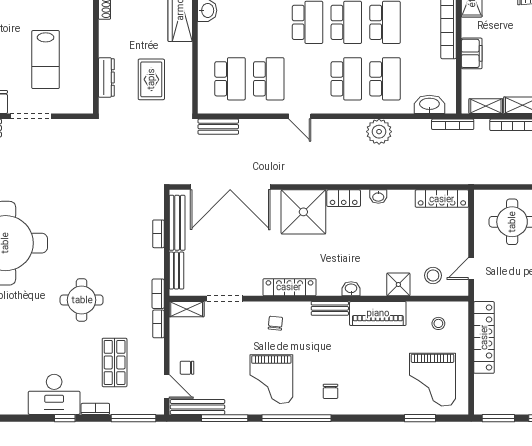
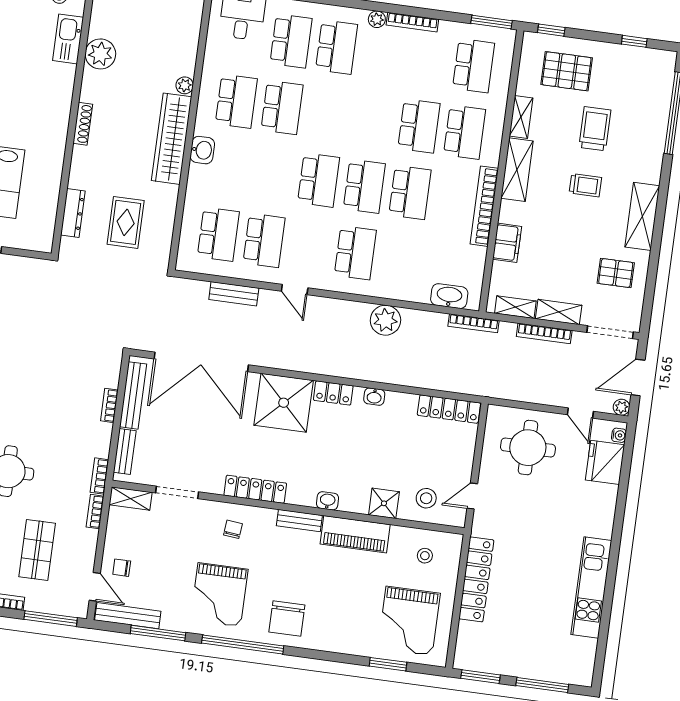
school desk: (385, 79) -> (401, 259), removed
bench: (218, 127) -> (234, 294), moved
chair: (330, 391) -> (287, 618), width x1.87, depth x1.87

